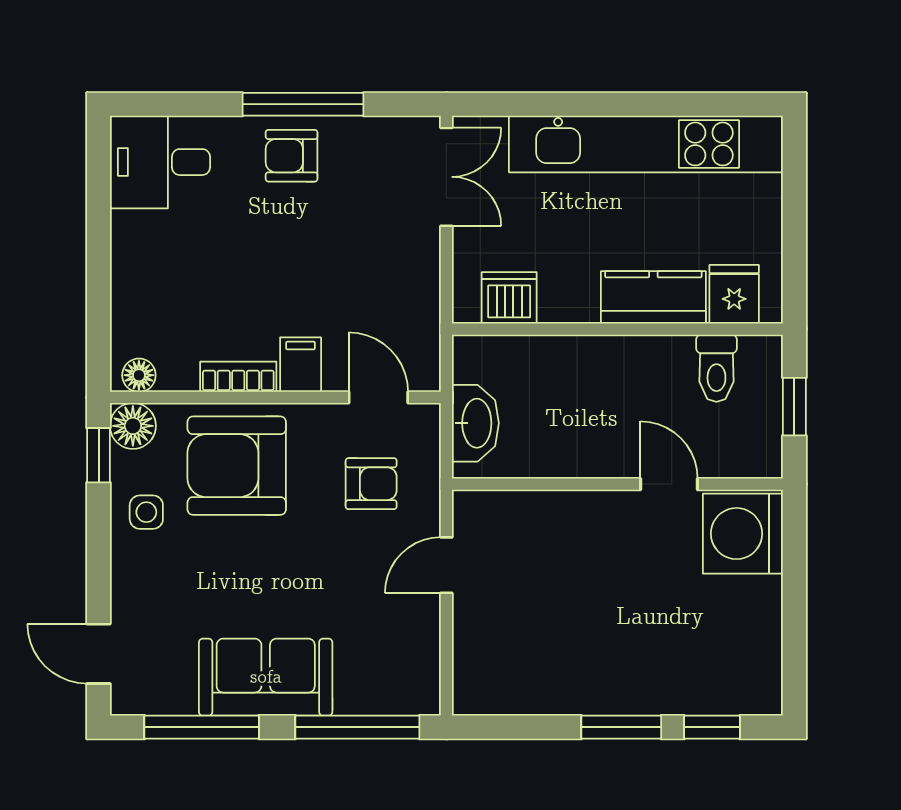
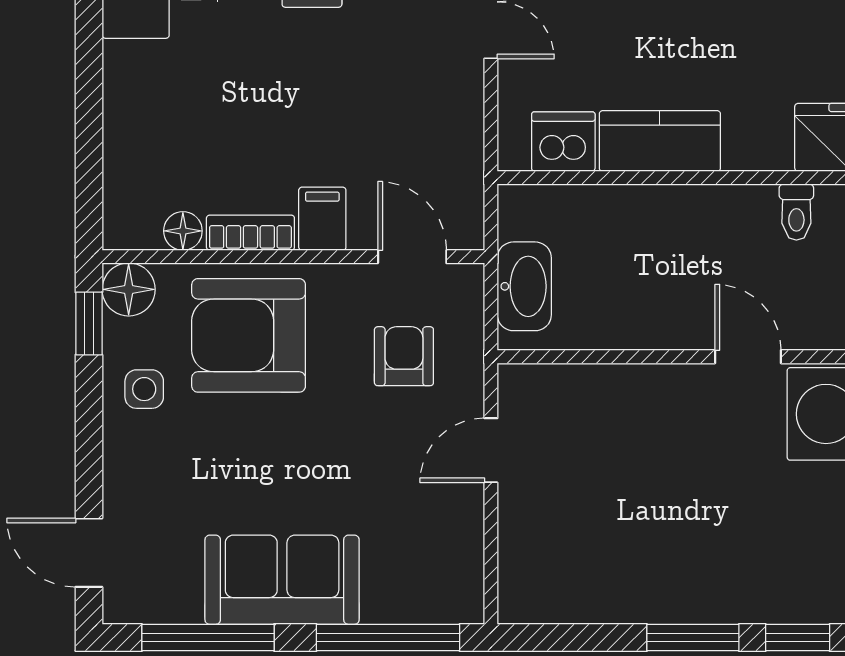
kitchen counter: (653, 297) -> (660, 141), moved
toilet: (716, 368) -> (796, 212), width x0.73, depth x0.72
floor lamp: (139, 375) -> (183, 231), moved
armchair: (371, 484) -> (404, 356), turned -90

